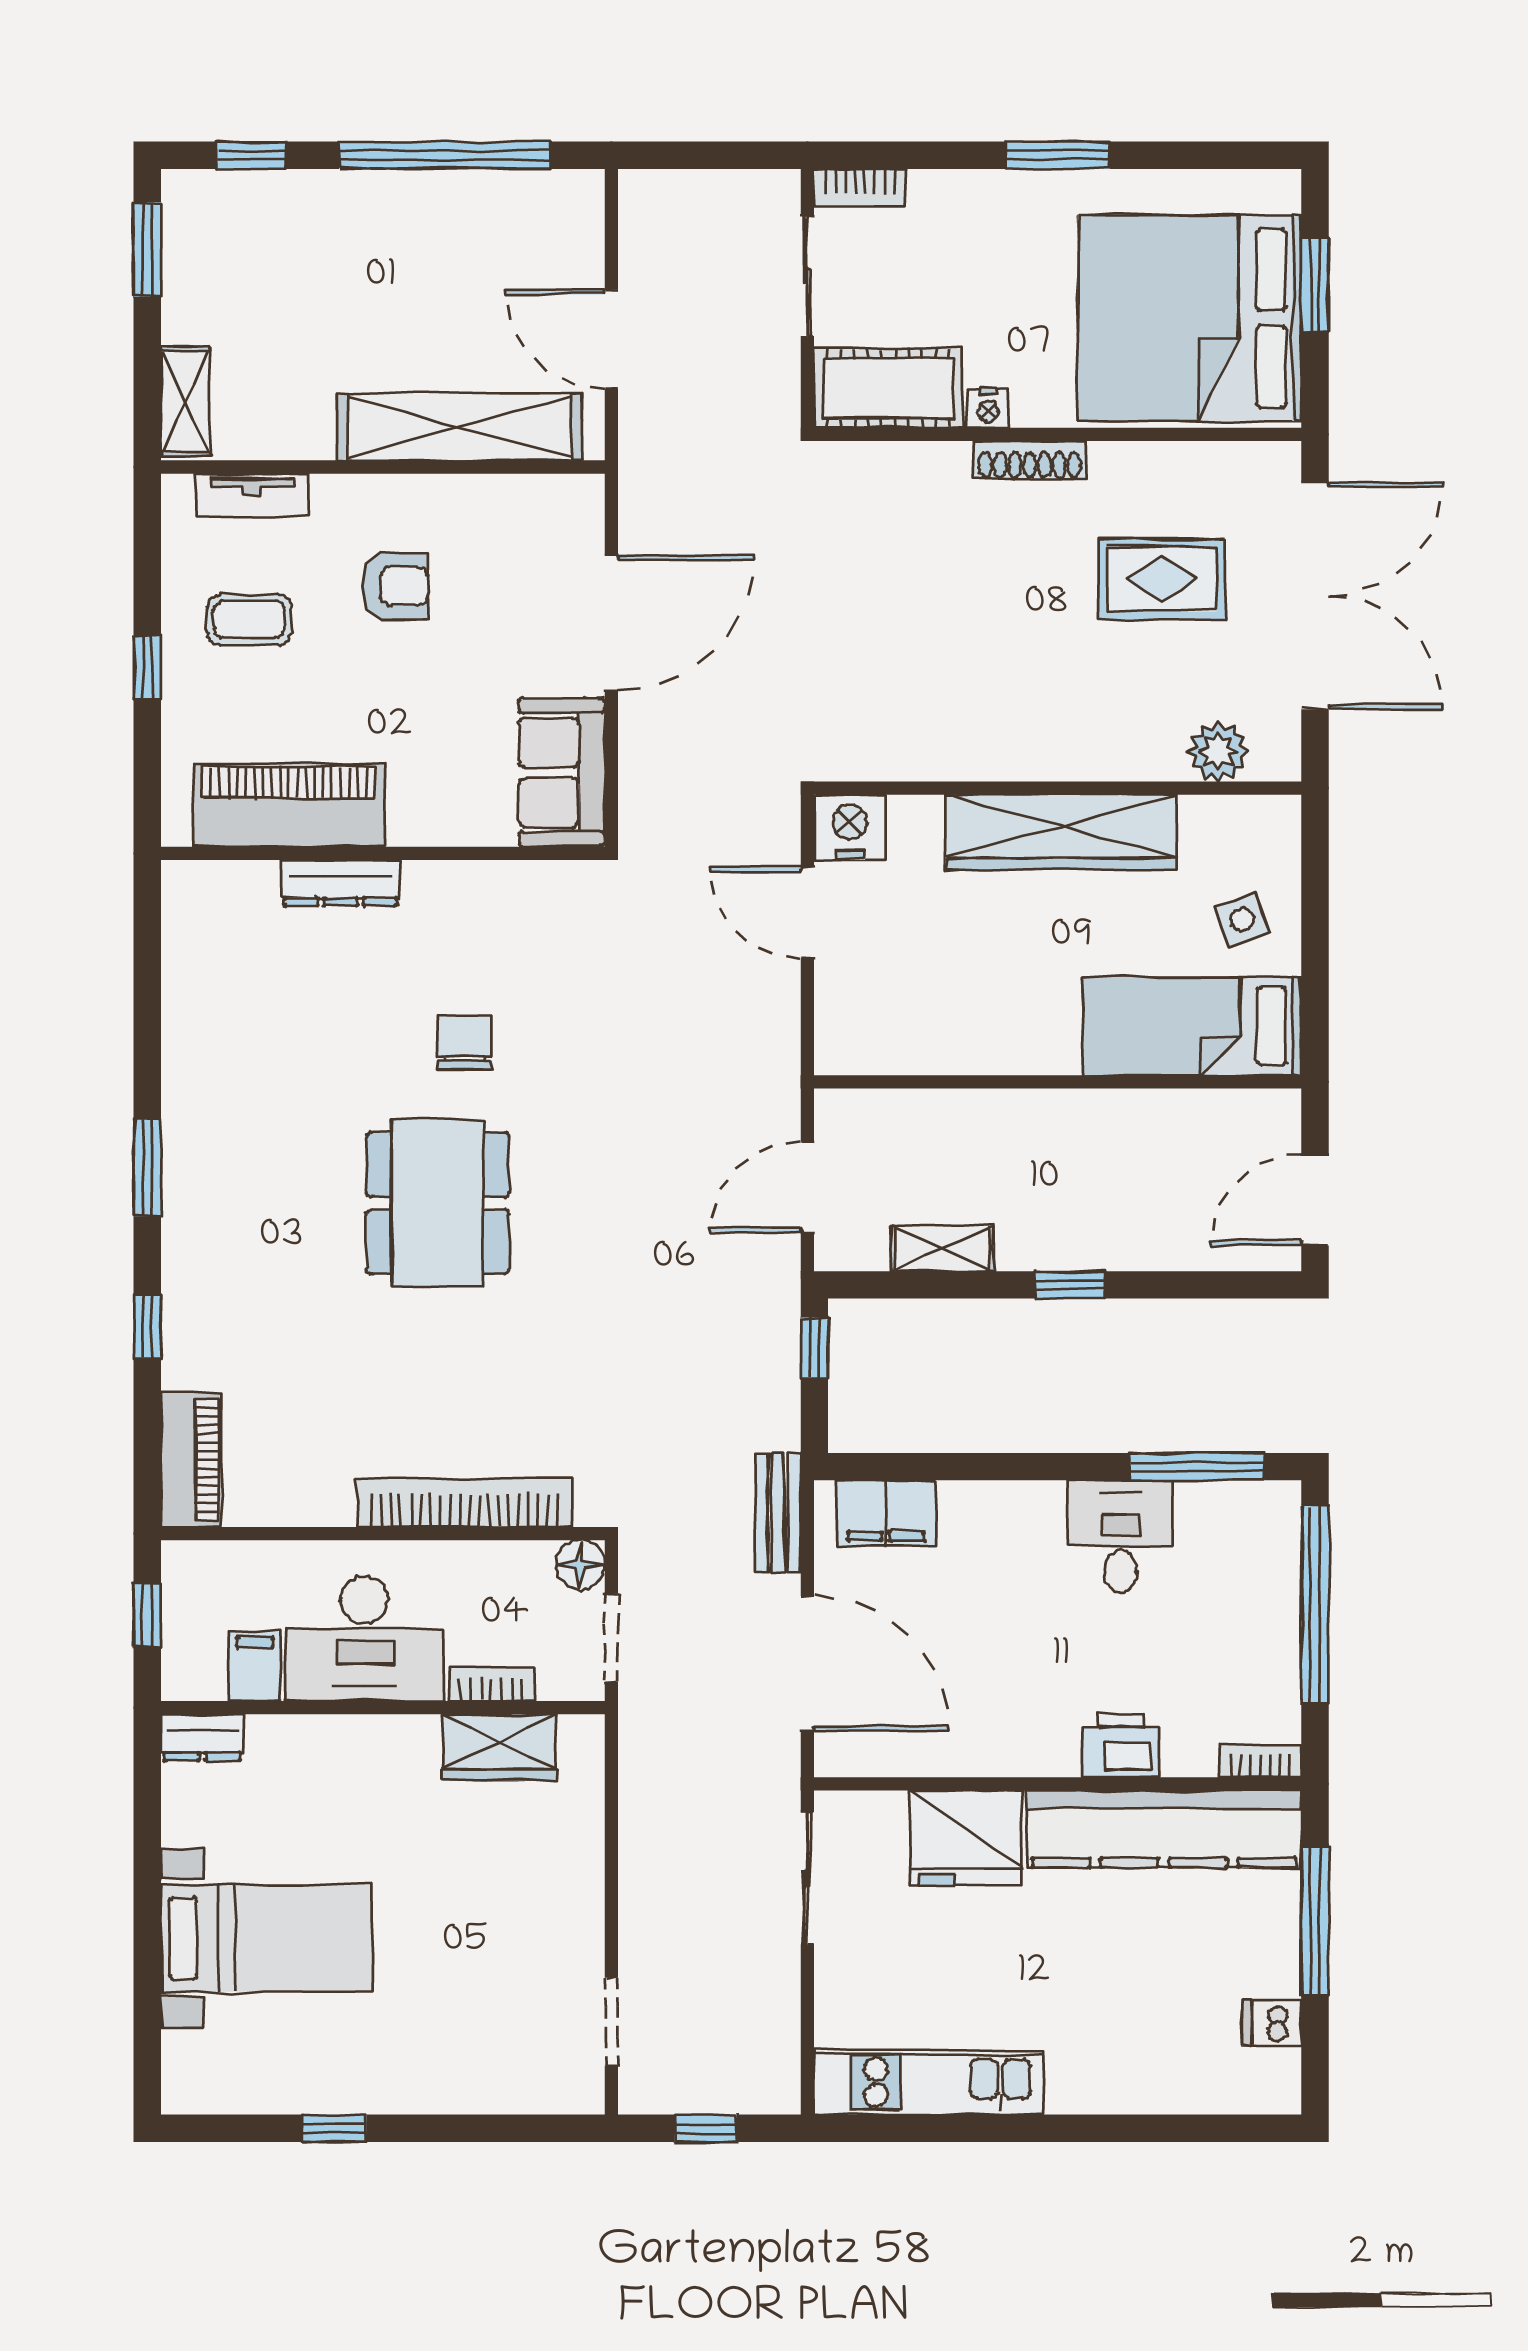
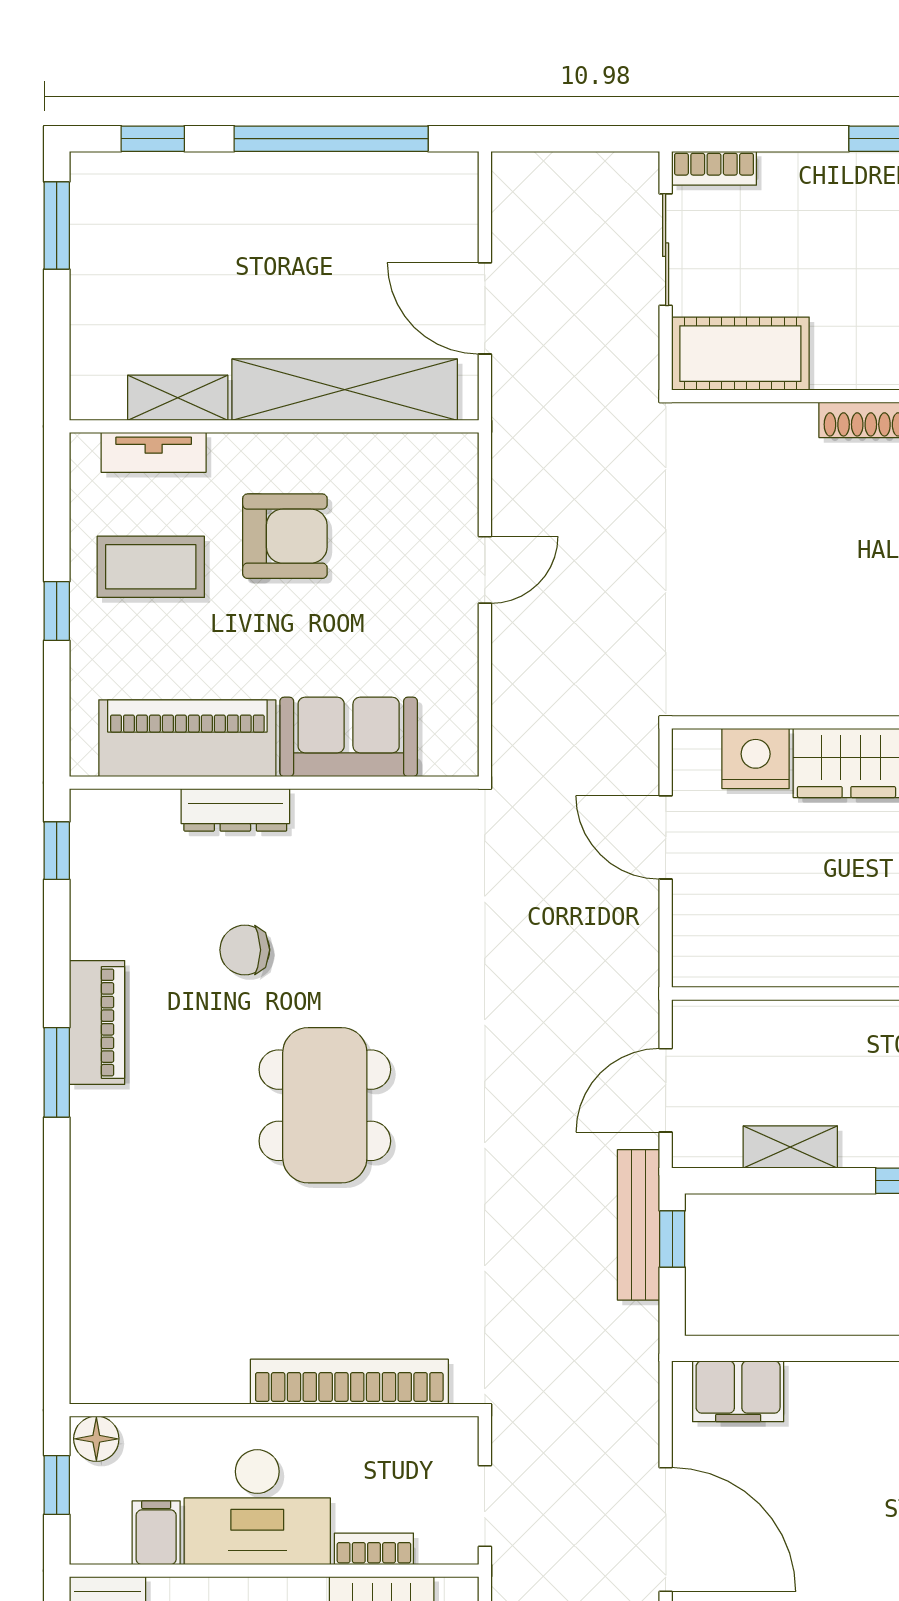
shelving: (185, 402) -> (178, 398), moved, turned 90
nightstand: (988, 408) -> (832, 372), removed
armchair: (395, 586) -> (285, 536), width x1.38, depth x1.38
coffee table: (249, 619) -> (151, 567), width x1.36, depth x1.30
door: (611, 623) -> (485, 570), width x0.53
sofa: (562, 772) -> (349, 737), moved, turned 90
nightstand: (850, 827) -> (756, 759), moved
chair: (465, 1042) -> (245, 950), moved, turned -90
window: (147, 1326) -> (57, 851), moved
piano: (191, 1460) -> (97, 1022), moved
bench: (778, 1513) -> (638, 1225), moved, width x1.36
floor lamp: (580, 1565) -> (96, 1439), moved

